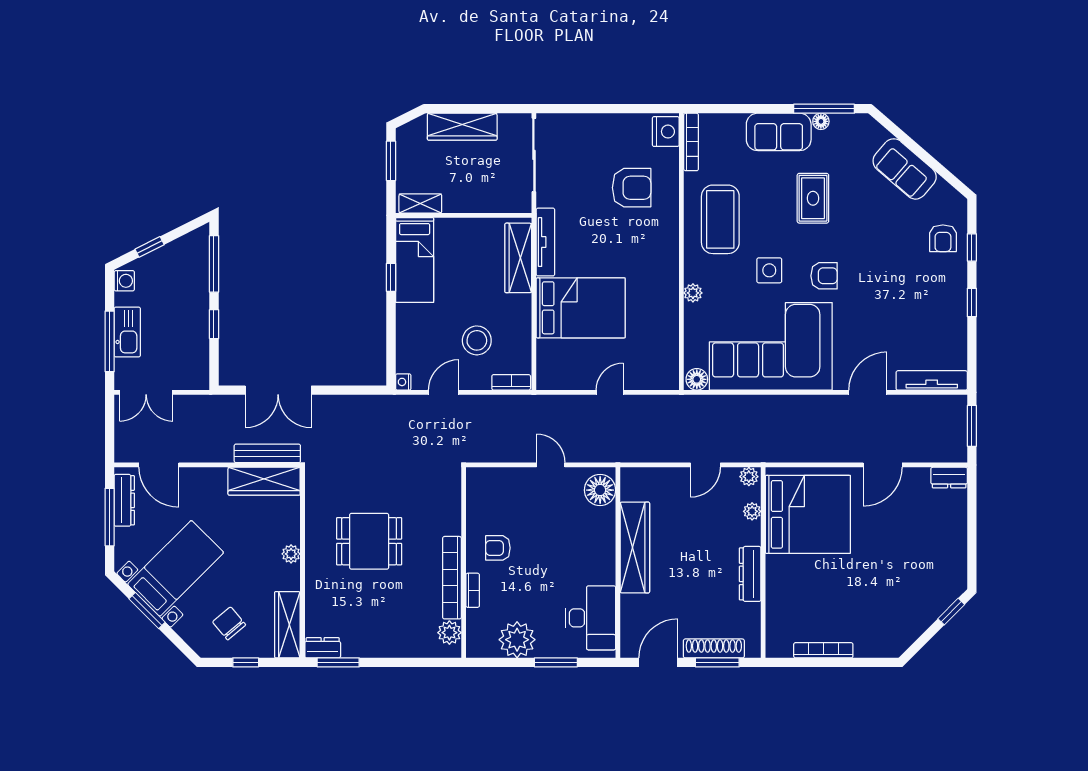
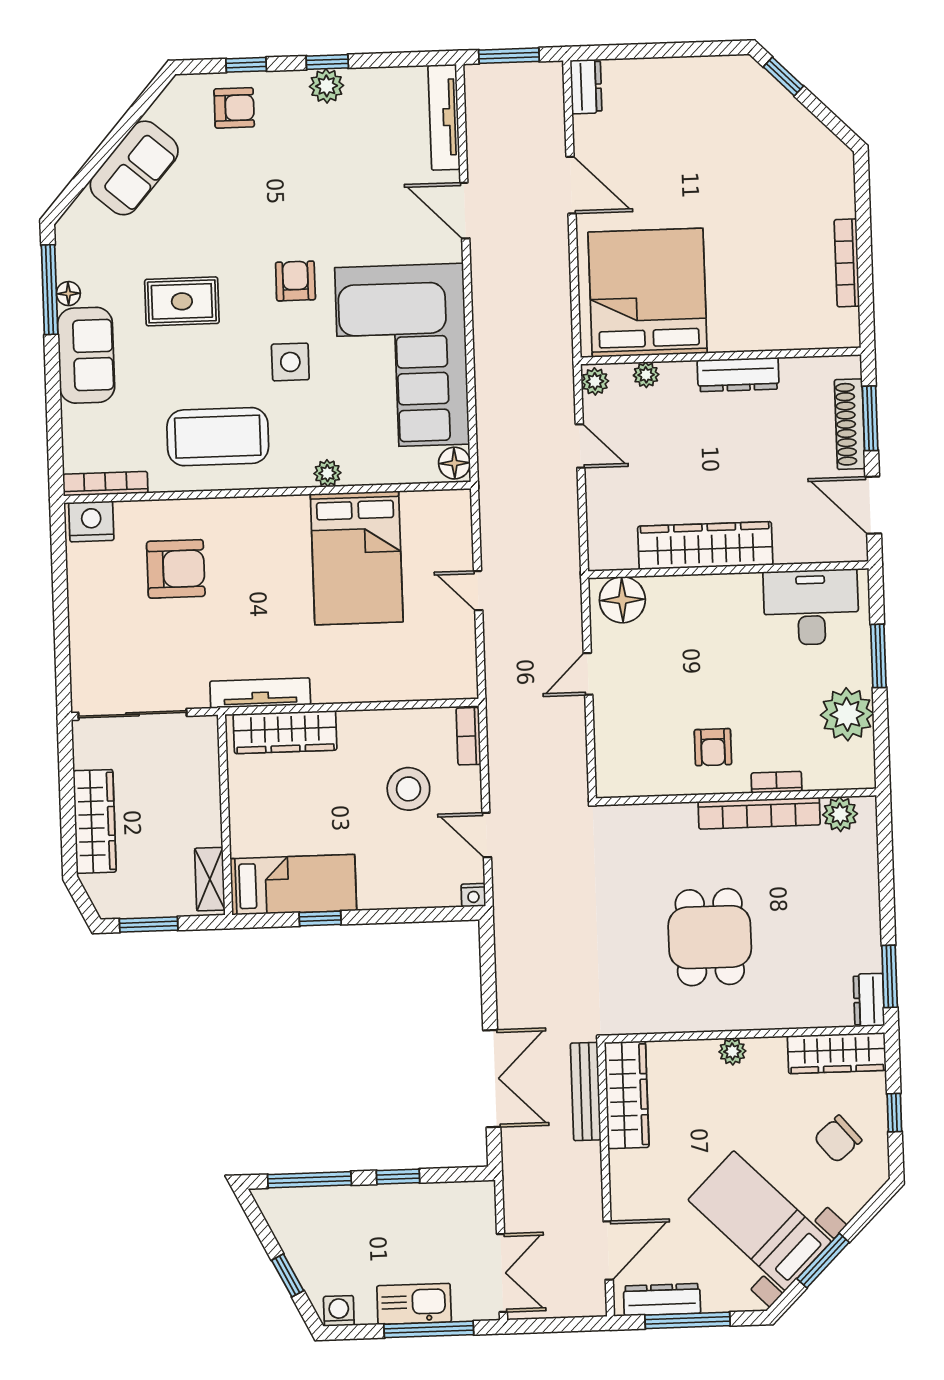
armchair: (632, 188) -> (176, 569), turned 90
plant: (956, 301) -> (327, 86), added
bed: (581, 308) -> (357, 558), moved, turned 180

